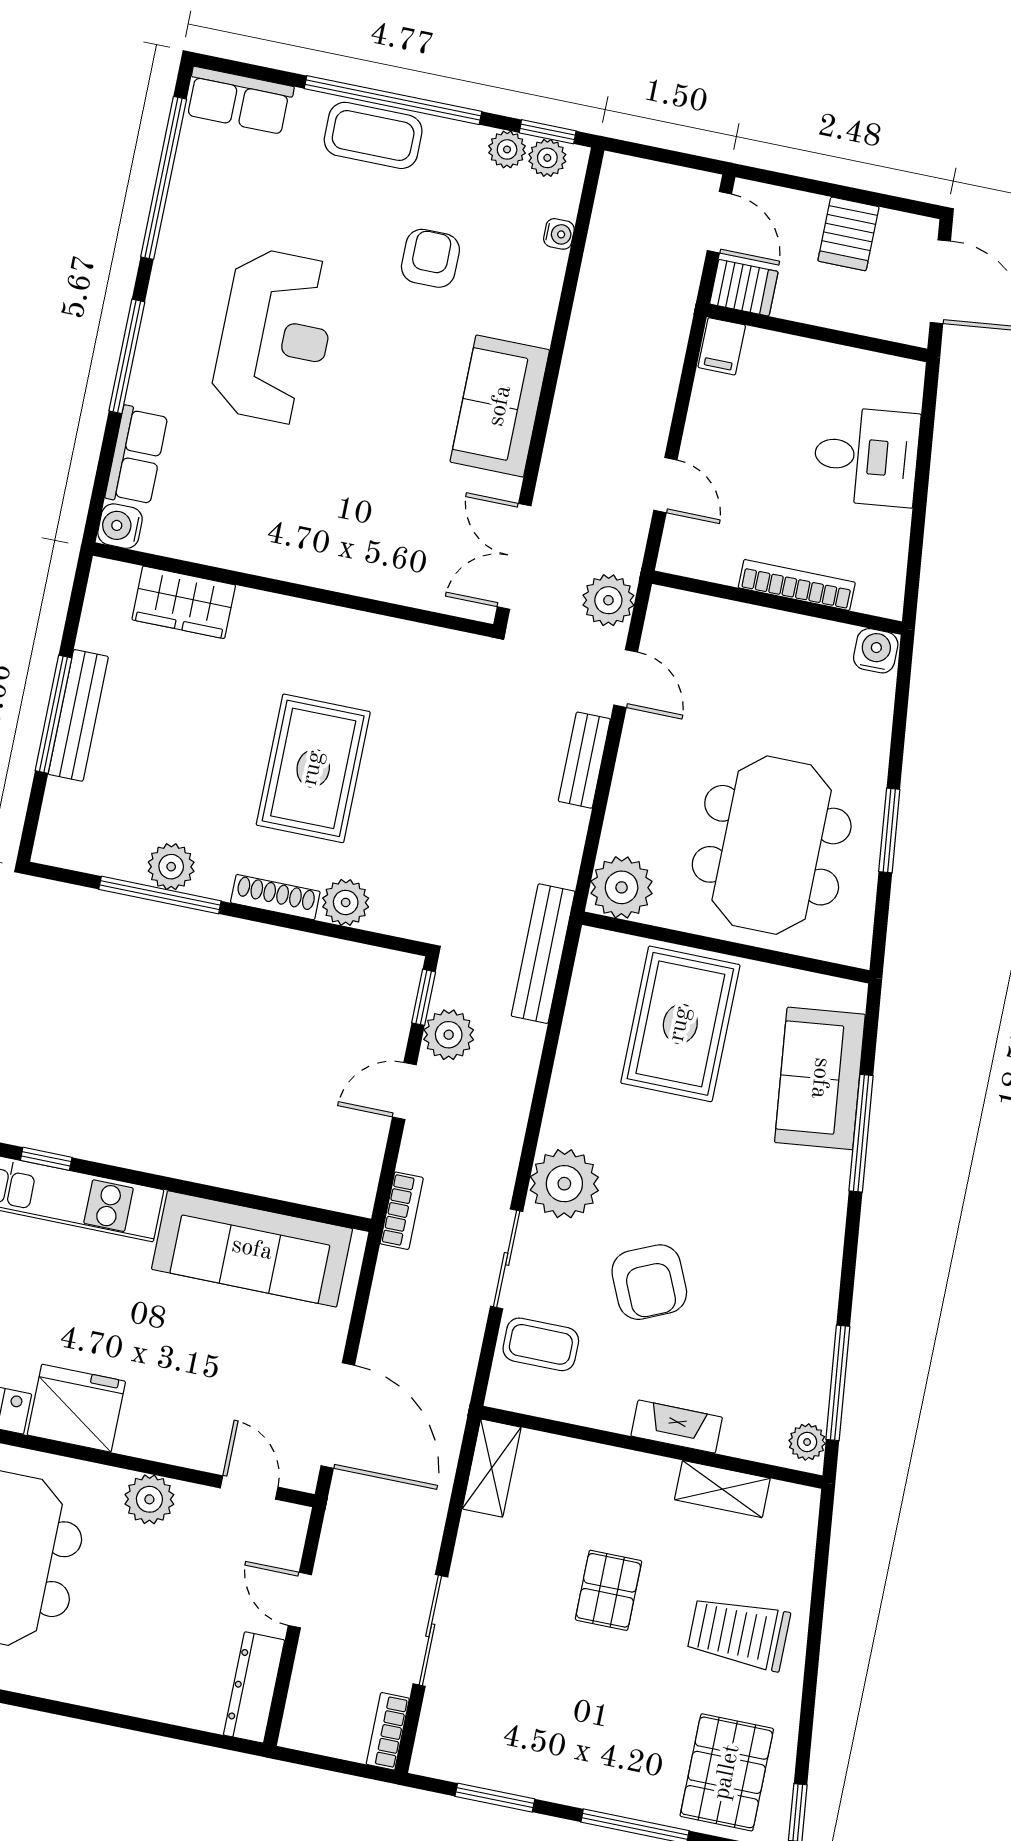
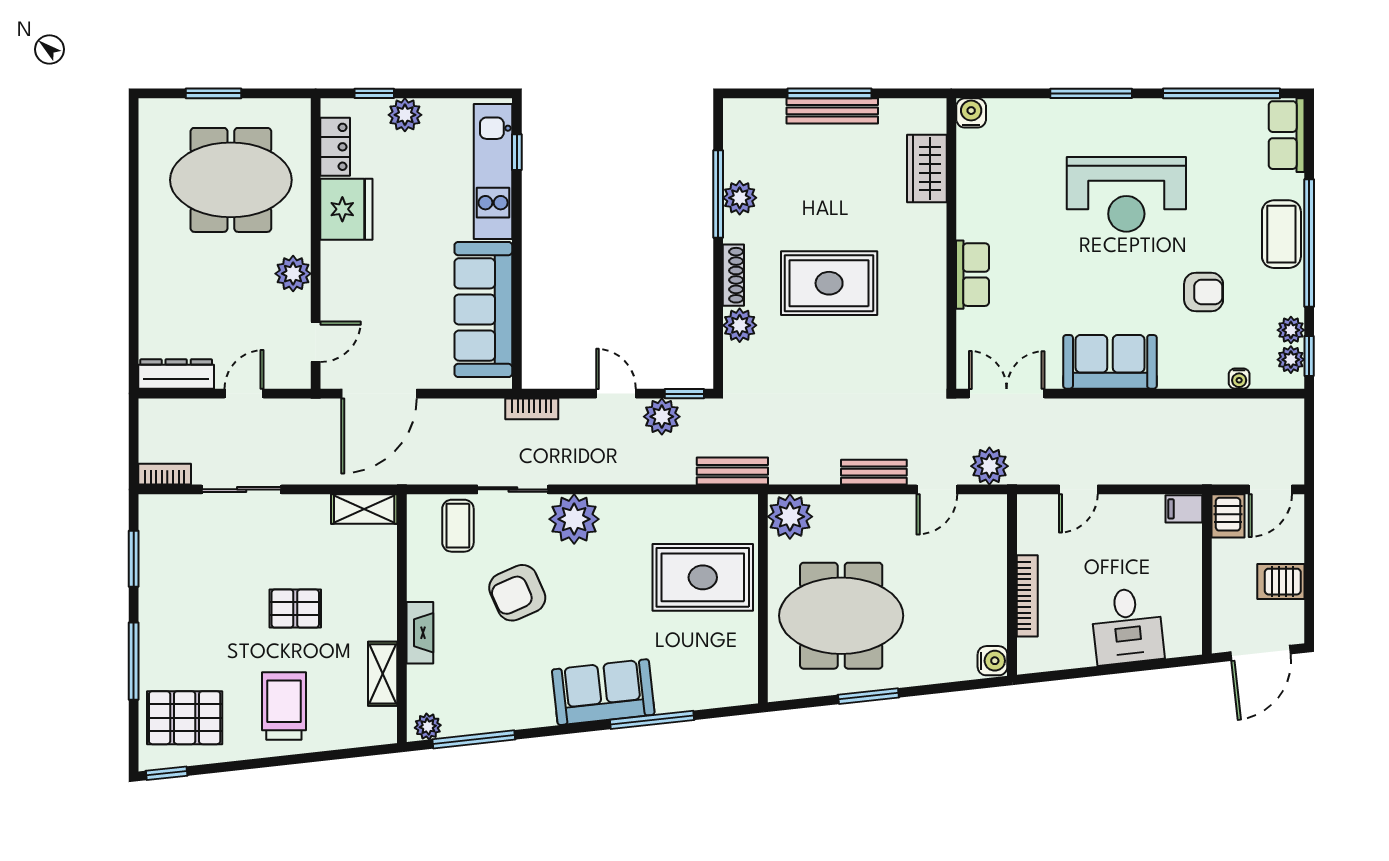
row of seats: (137, 456) -> (972, 275), moved, turned -90
bench: (543, 954) -> (732, 471), width x0.73
sofa: (820, 1078) -> (603, 692), moved

